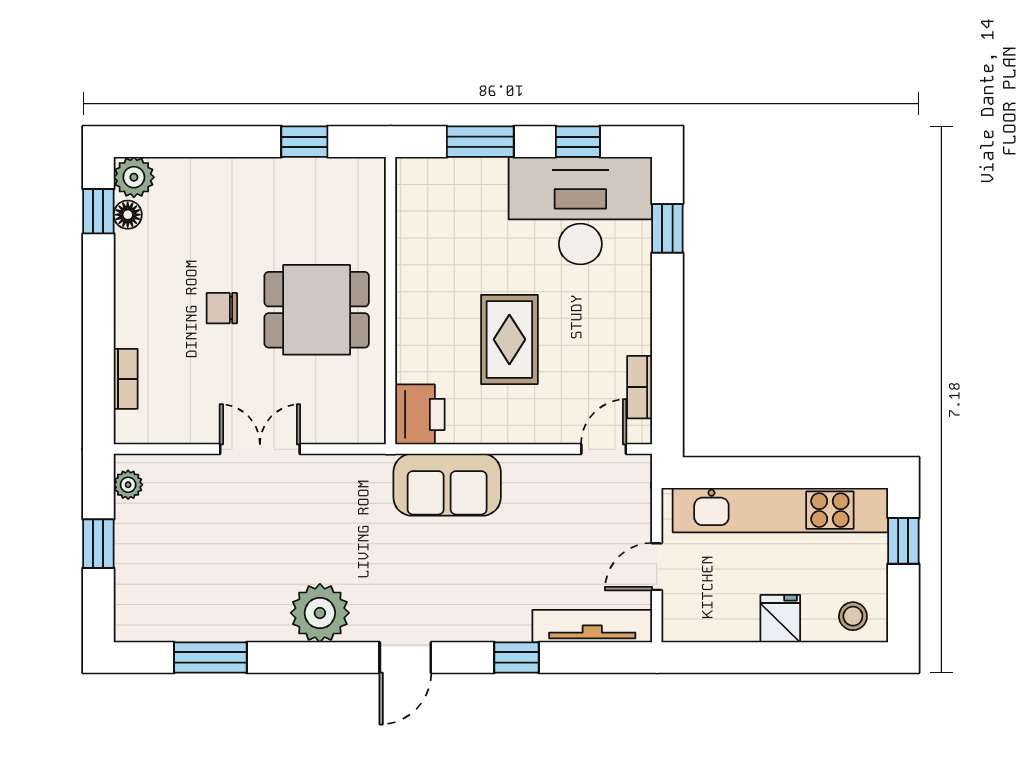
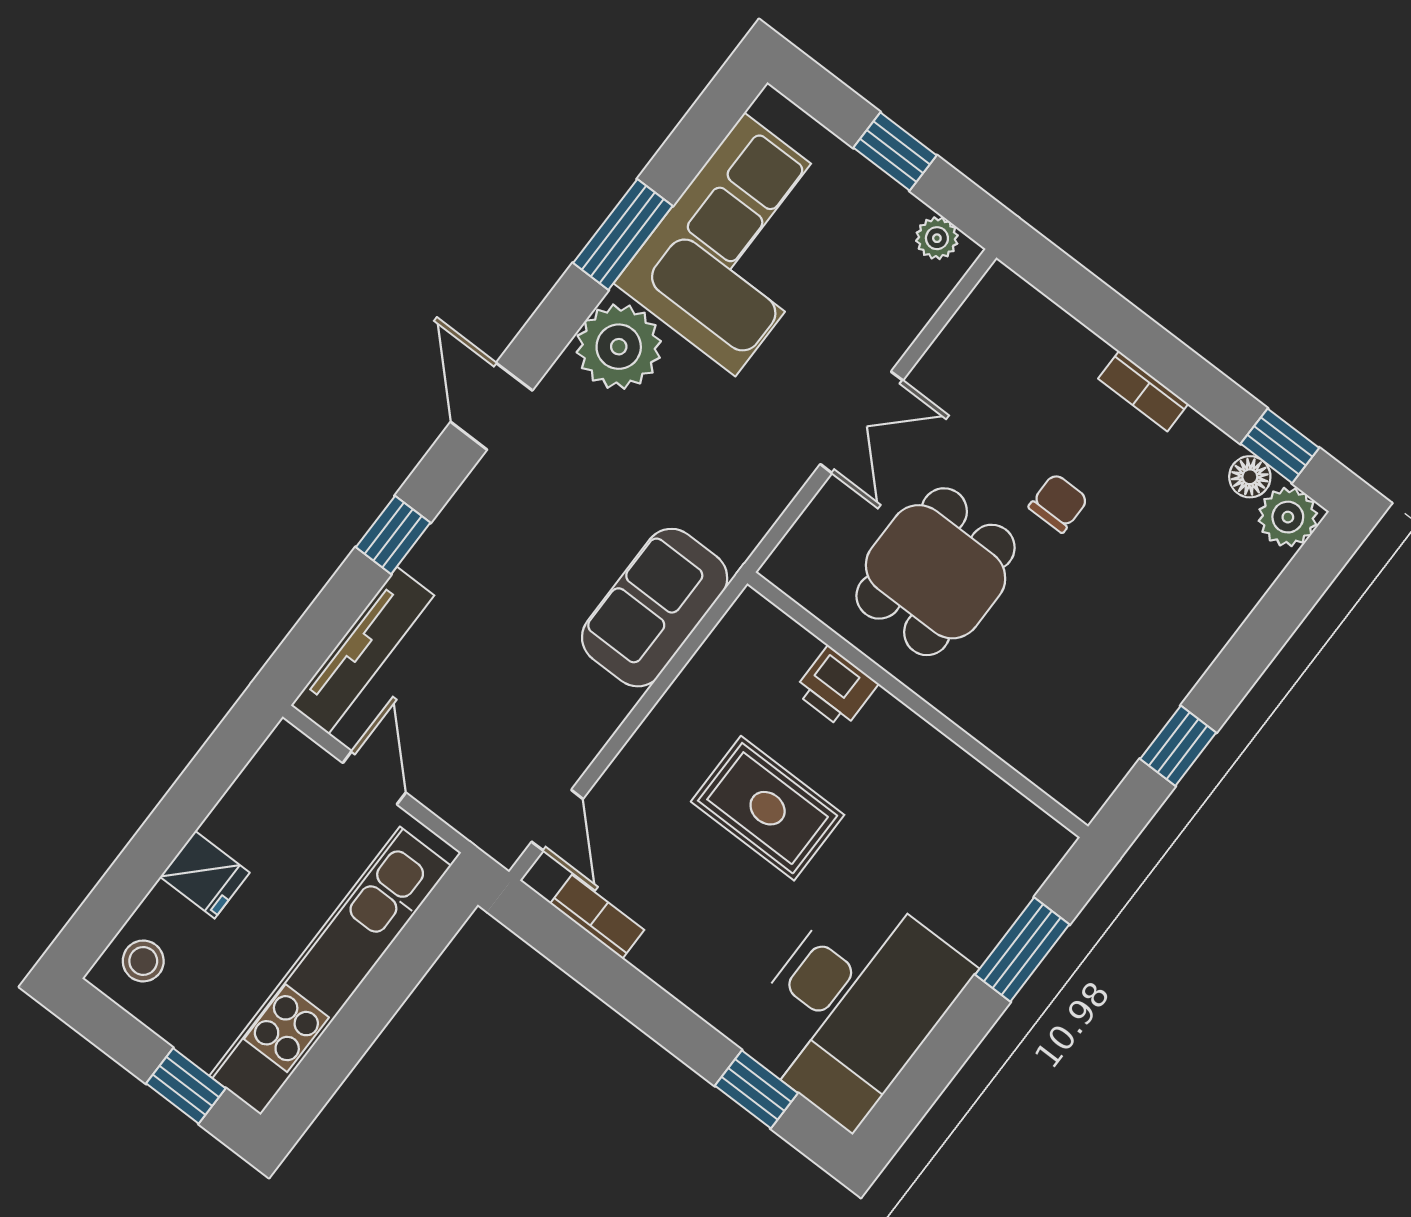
window: (578, 142) -> (936, 1063), removed
dining table: (317, 310) -> (936, 572), moved
bookcase: (126, 379) -> (1143, 391), moved
printer: (420, 414) -> (836, 687), moved, width x0.73, depth x0.81
corner sofa: (214, 590) -> (740, 244), added
window: (210, 658) -> (623, 234), moved

